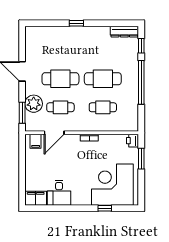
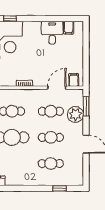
window: (76, 23) -> (60, 188), moved
cafe table: (60, 50) -> (51, 164), added
cafe table: (60, 79) -> (51, 137), width x0.73, depth x0.74
filing cabinet: (36, 198) -> (69, 28), width x0.50

